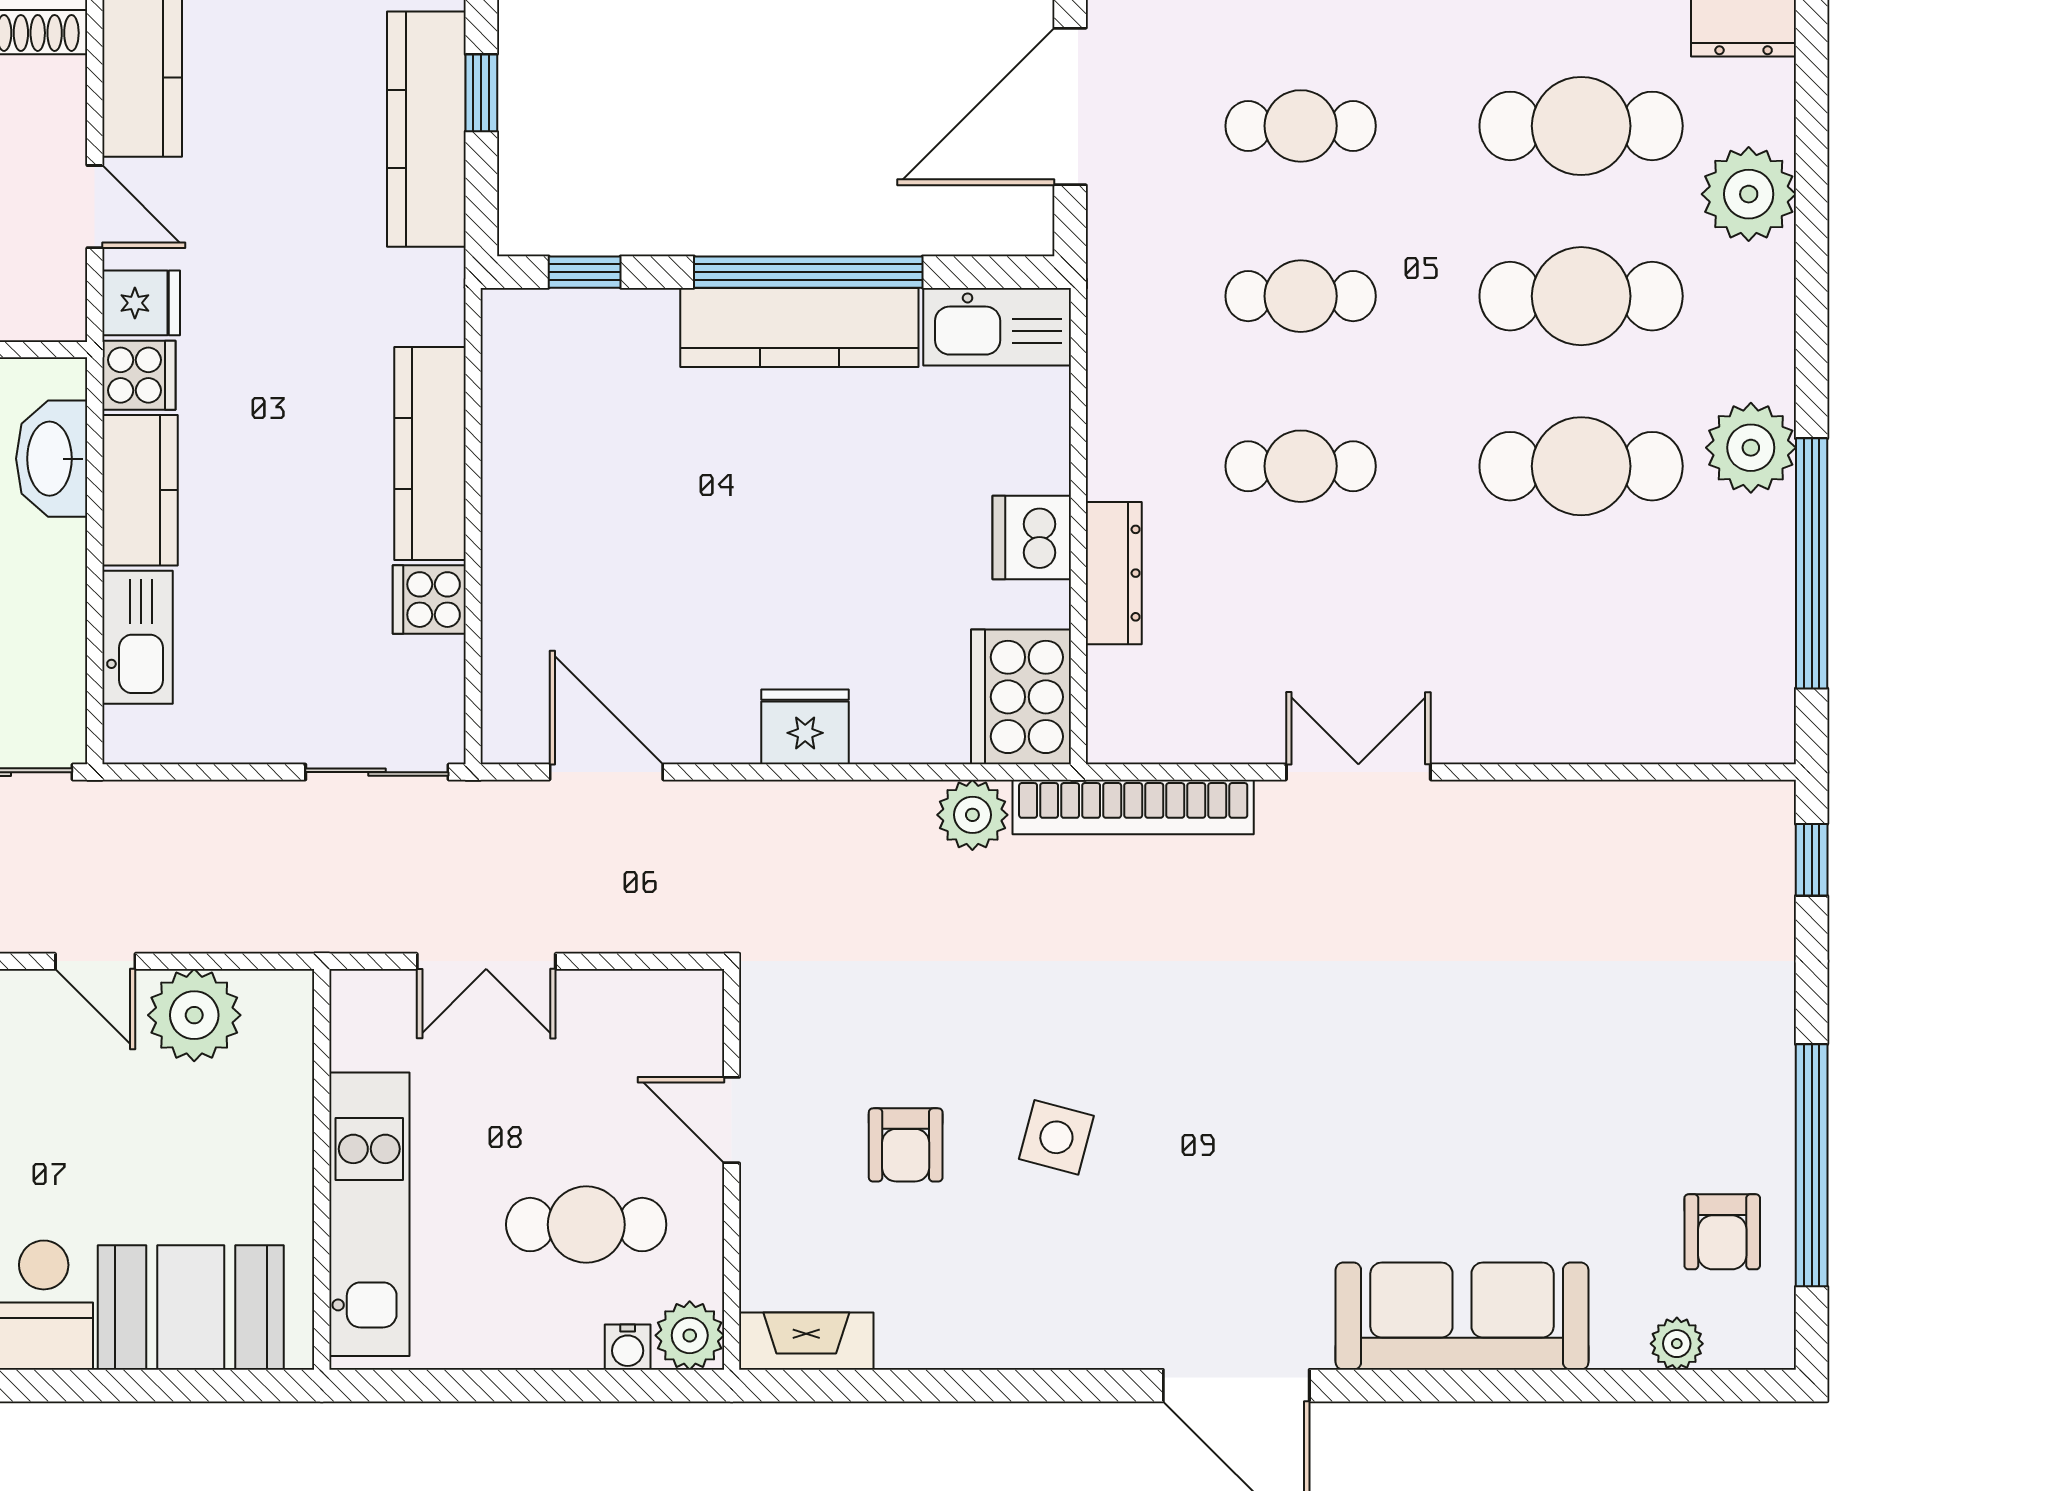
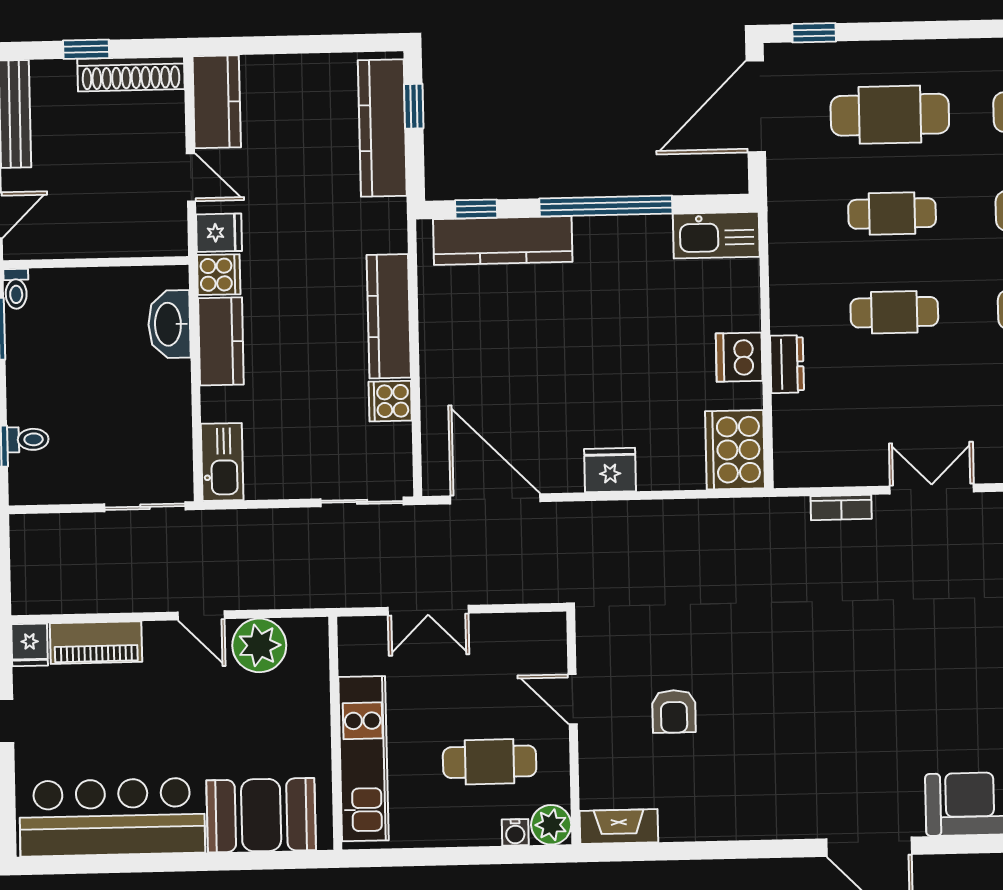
cafe table: (1301, 126) -> (890, 115), width x1.37, depth x1.35
kitchen counter: (799, 328) -> (503, 241), moved
dresser: (1114, 573) -> (787, 364), width x0.70
kitchen sink: (137, 637) -> (222, 462), moved
door: (606, 772) -> (495, 499), width x1.36
bookcase: (1133, 807) -> (841, 508), width x0.43, depth x0.76
plant: (972, 815) -> (708, 519), removed
side table: (1056, 1137) -> (761, 705), removed

